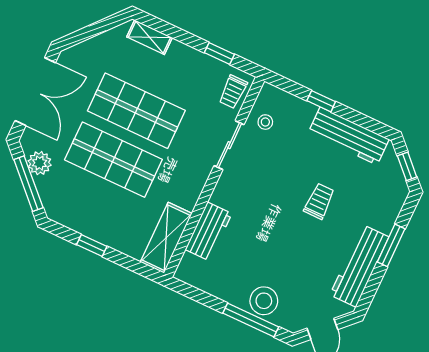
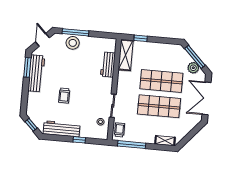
window: (219, 53) -> (132, 145), width x2.17
window: (391, 245) -> (27, 67), moved
window: (92, 246) -> (141, 38), moved

